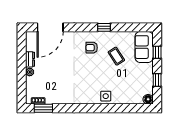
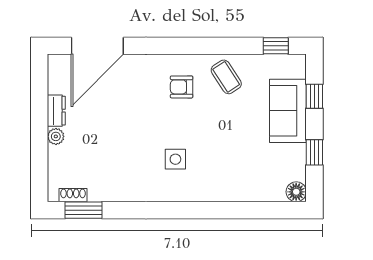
window: (104, 27) -> (276, 46), moved
sofa: (144, 47) -> (288, 111), moved
coffee table: (116, 56) -> (226, 77), moved
side table: (106, 96) -> (175, 159), moved

